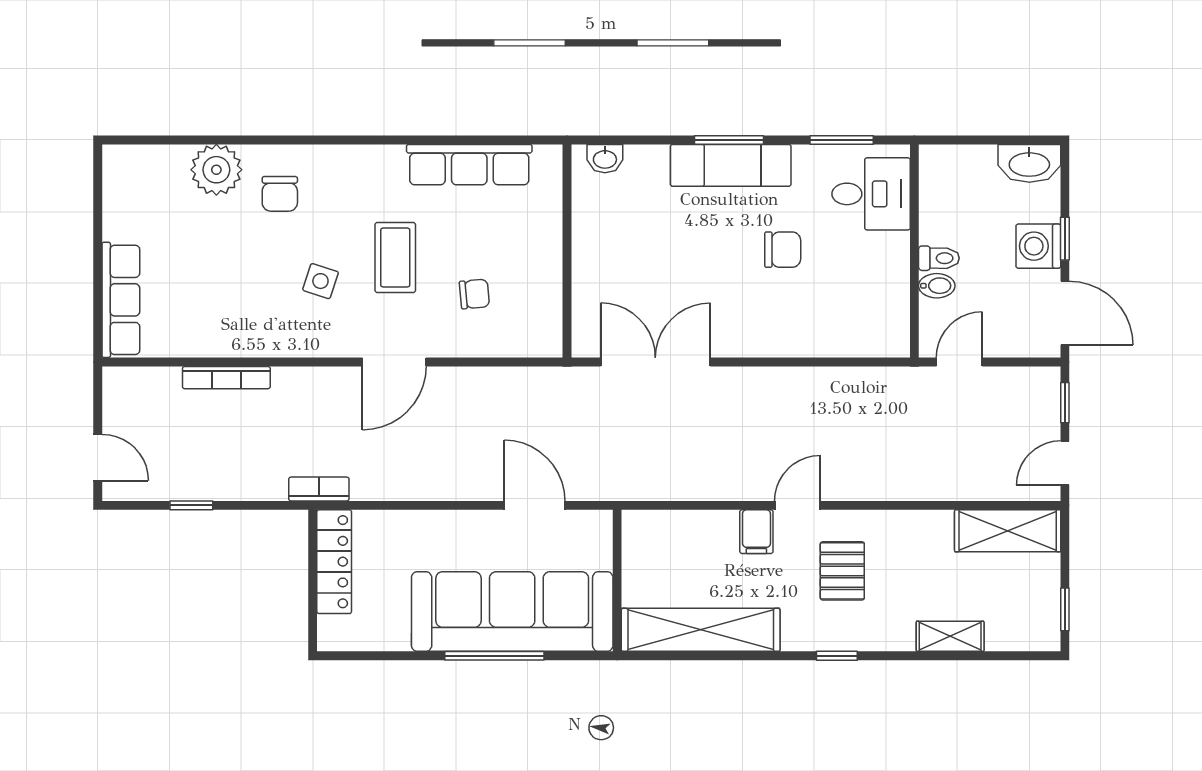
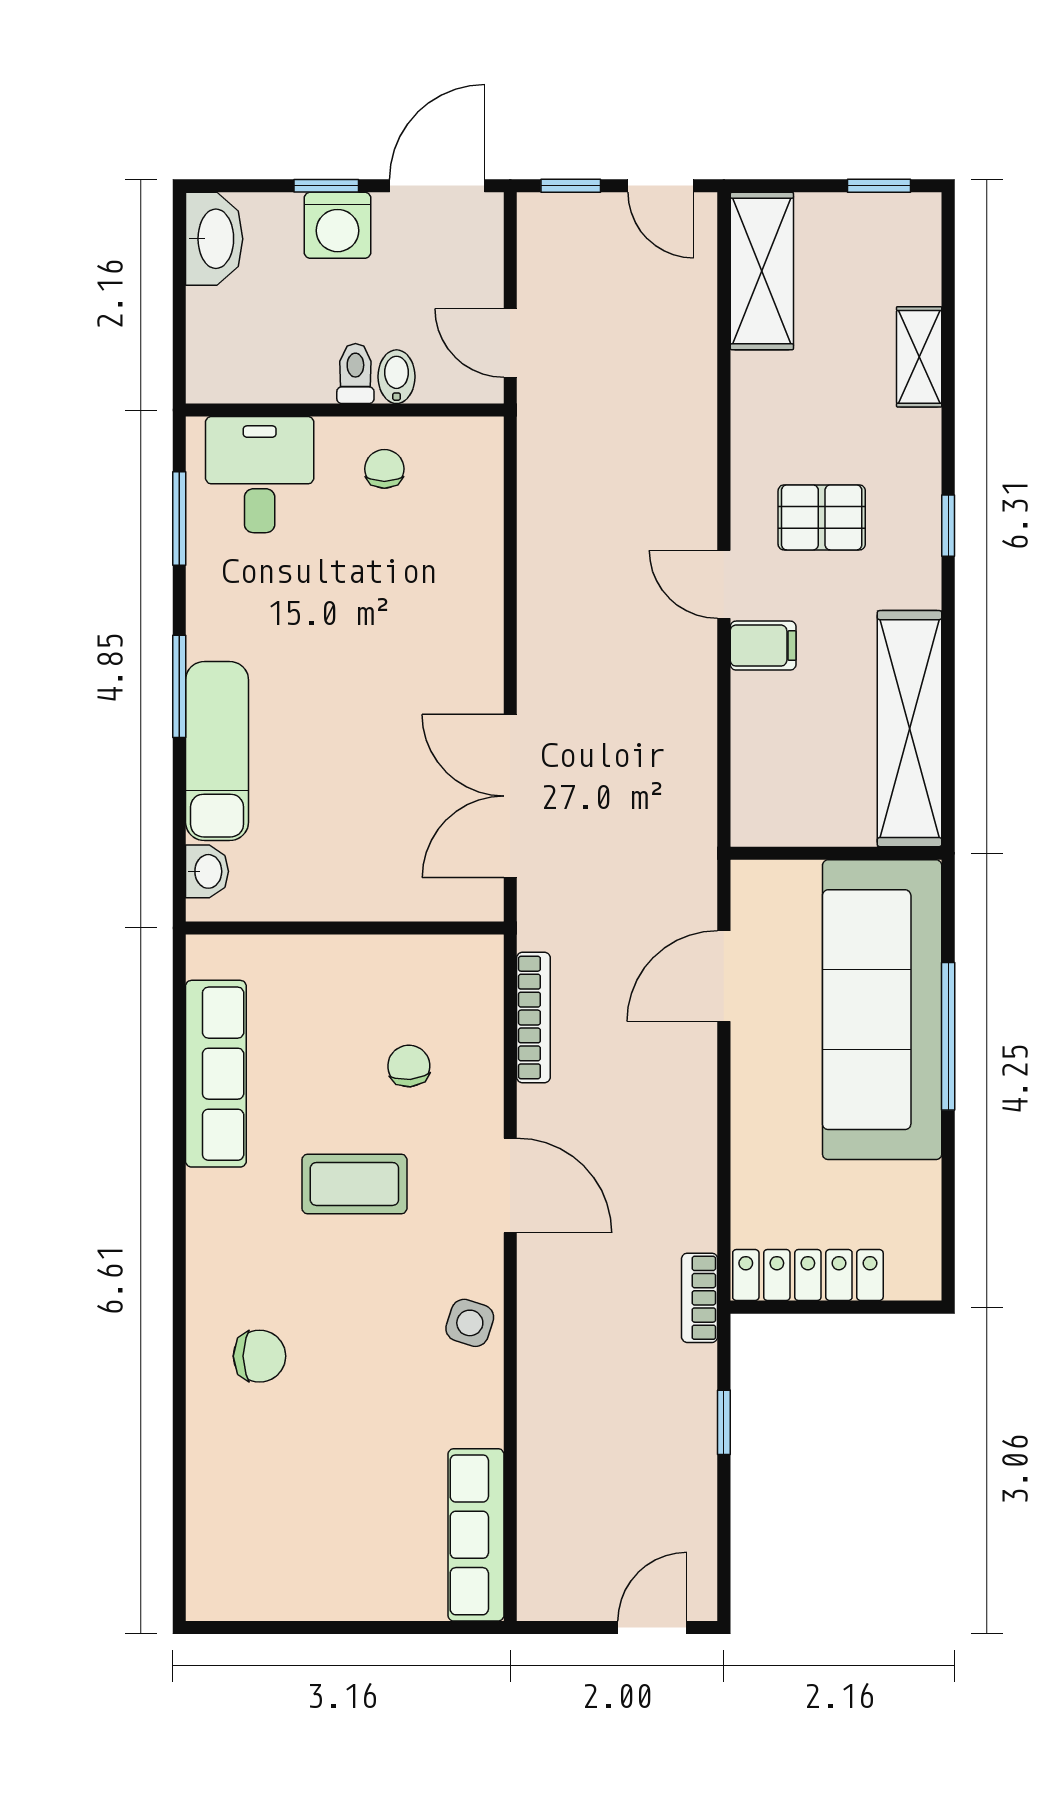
exam couch: (731, 165) -> (217, 751), moved
plant: (216, 170) -> (224, 1451), removed
chair: (783, 250) -> (384, 469), moved, width x0.73, depth x0.73
side table: (320, 281) -> (470, 1323), moved
row of seats: (121, 300) -> (476, 1535), moved, turned -90
bookcase: (226, 378) -> (533, 1018), moved
window: (191, 505) -> (724, 1422), moved

